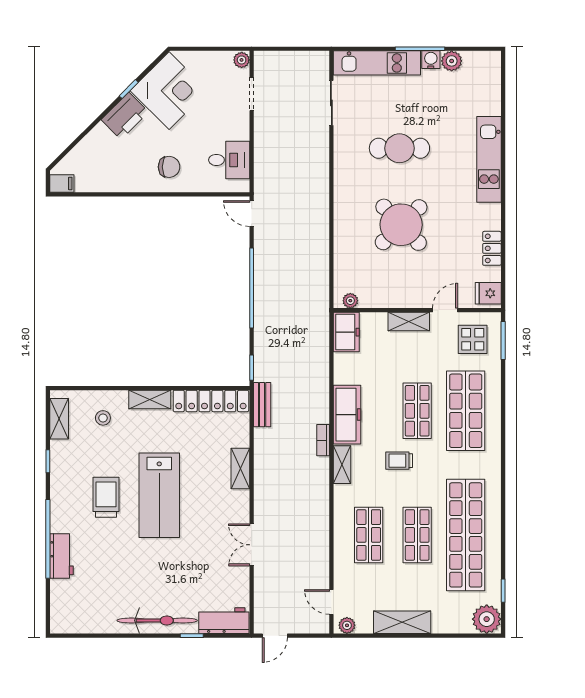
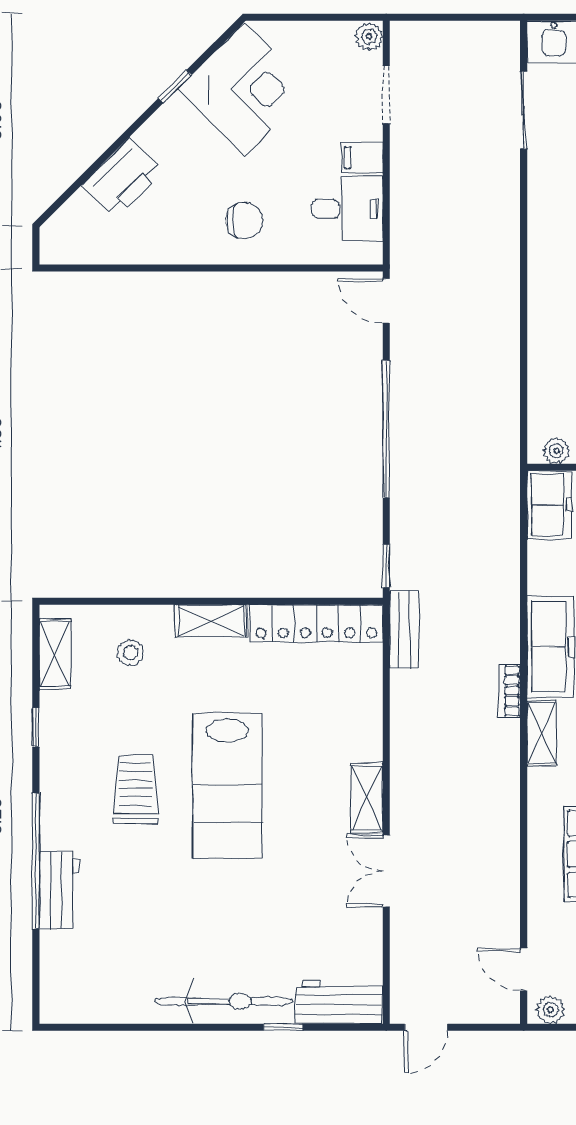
printer: (125, 116) -> (123, 178), moved
filing cabinet: (62, 183) -> (362, 158), moved, turned 180
shelving: (240, 469) -> (367, 798), moved

